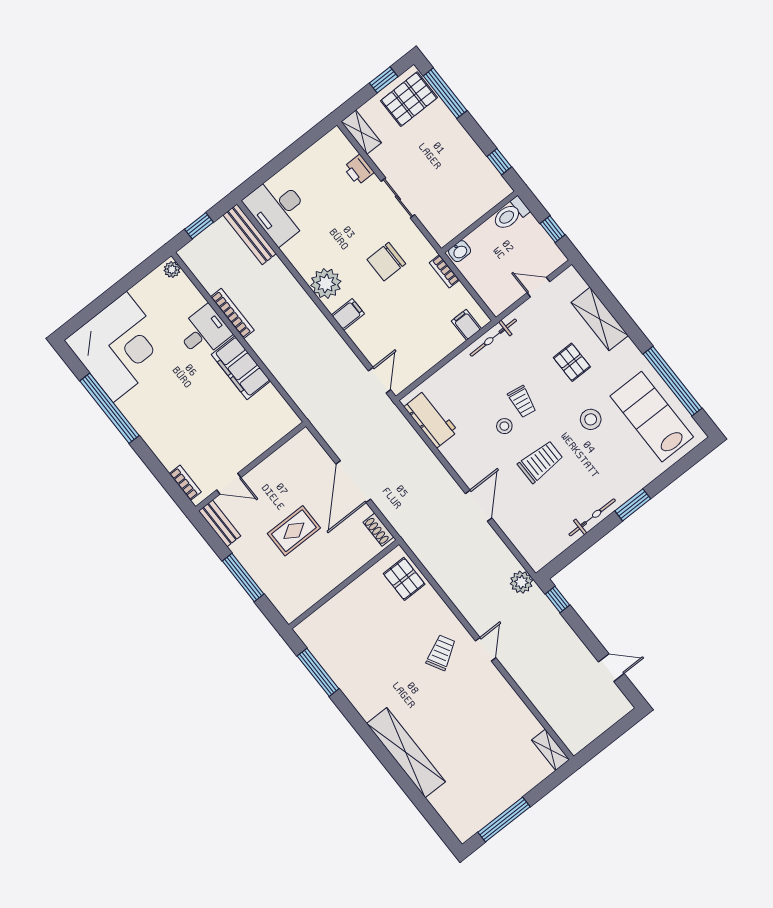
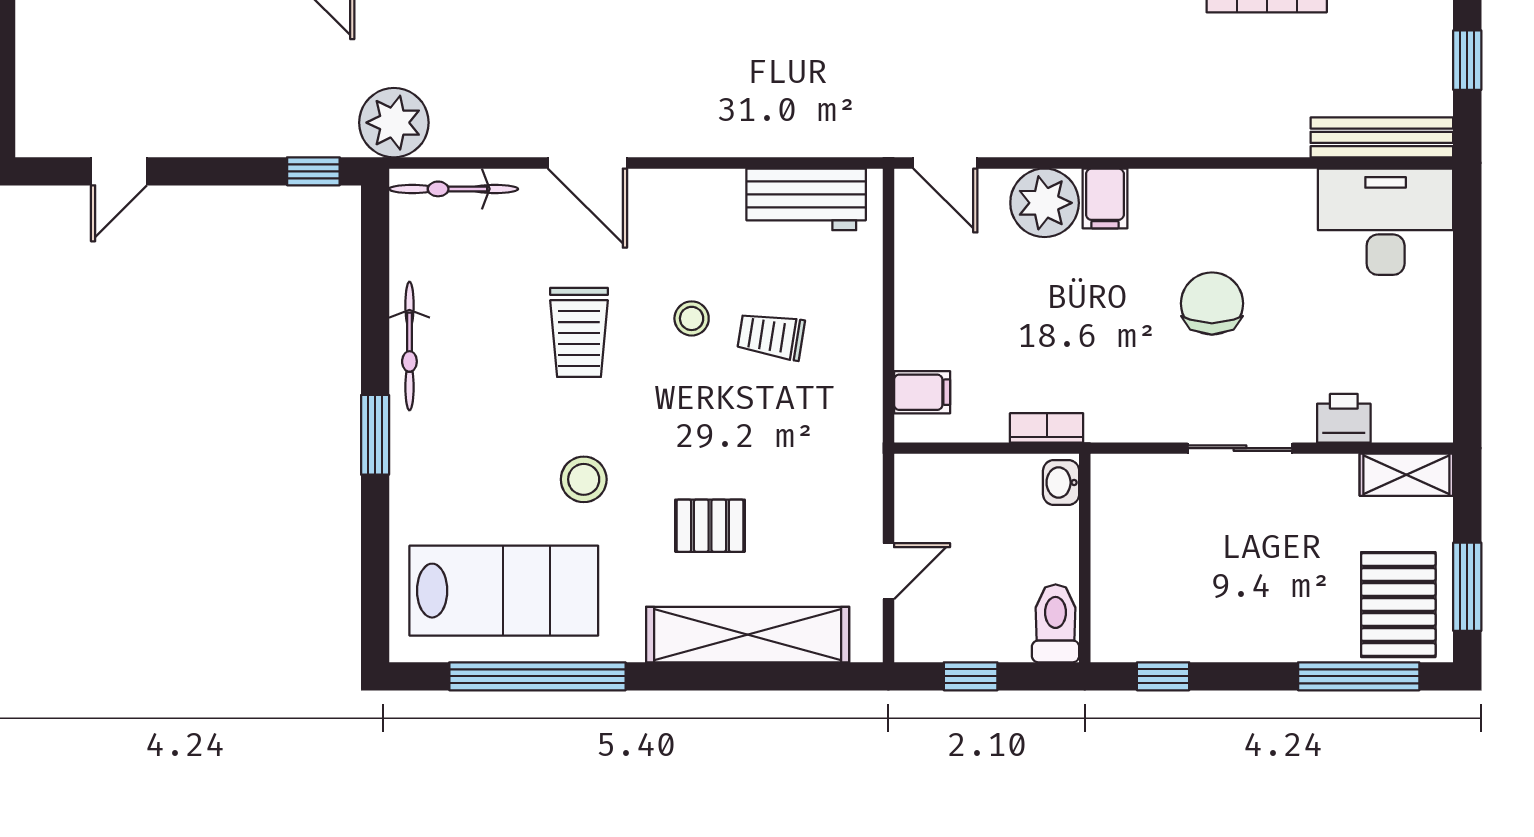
window: (384, 80) -> (1467, 587), width x1.50
chair: (386, 262) -> (1212, 303), moved
plant: (326, 283) -> (1045, 203), moved
shelving: (600, 319) -> (748, 635), width x1.47
bicycle: (493, 338) -> (454, 189), moved, turned -90
trolley: (522, 402) -> (771, 336), moved
plant: (521, 582) -> (394, 123), width x1.36, depth x1.36

